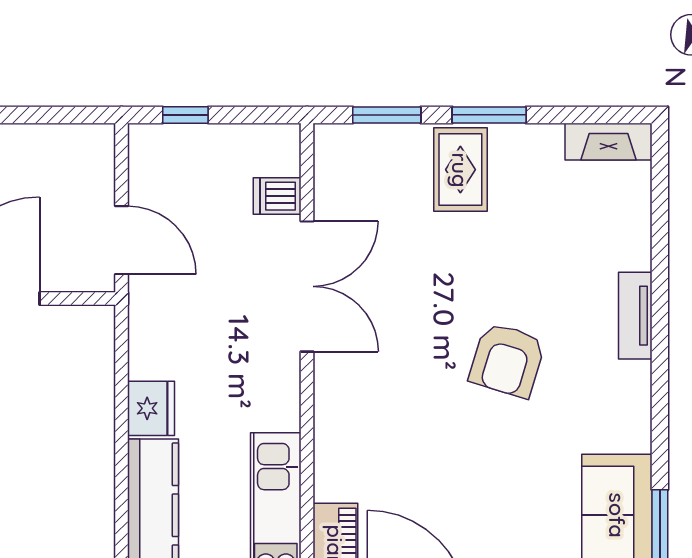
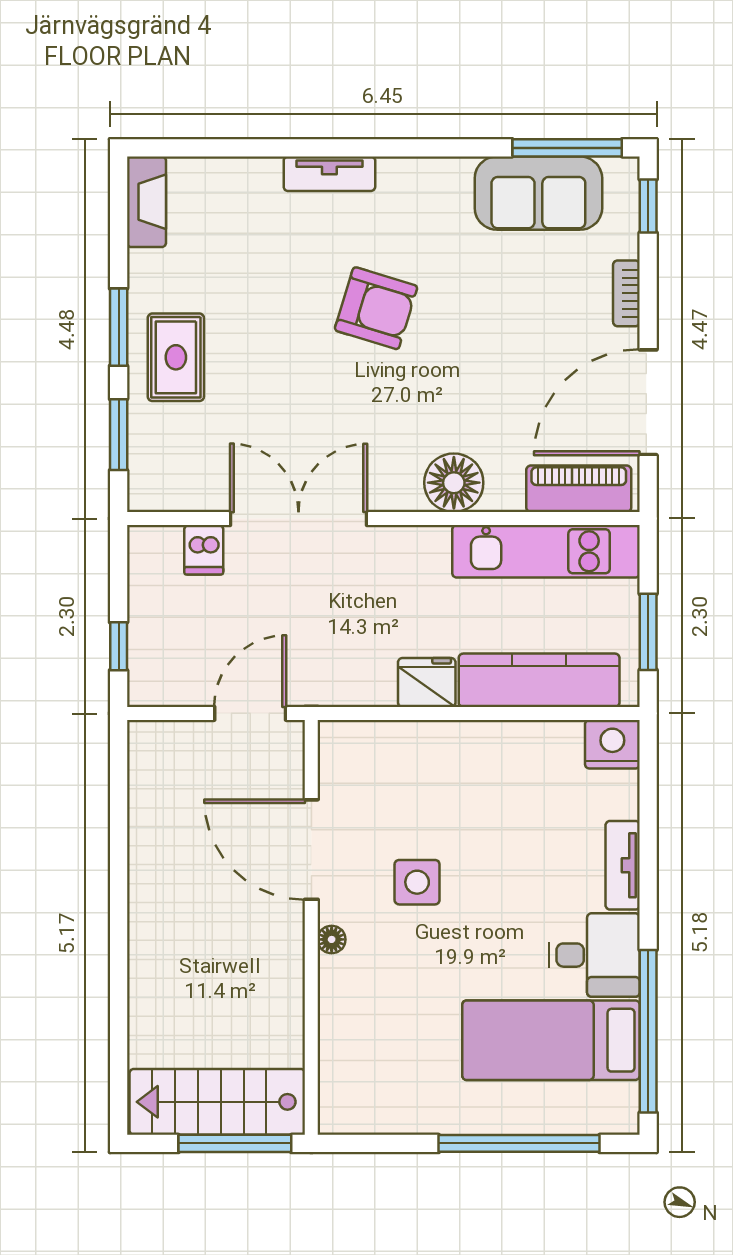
rug: (460, 170) -> (176, 357), turned 90
floor lamp: (341, 434) -> (454, 483), added

